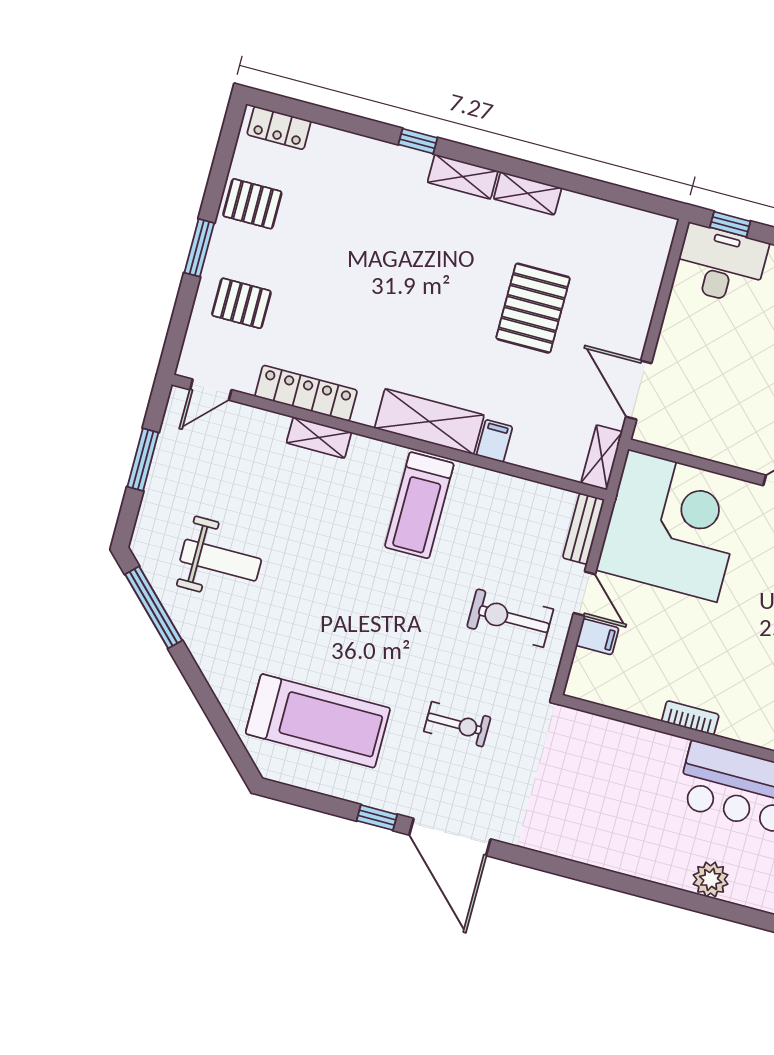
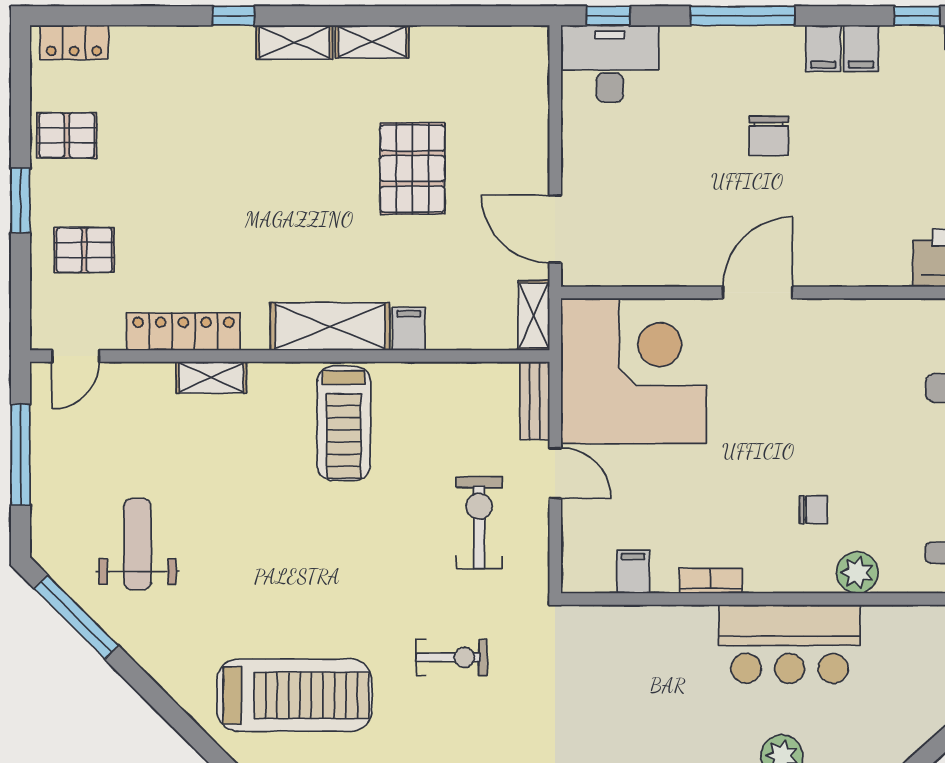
window: (143, 460) -> (21, 455), width x1.44
weight bench: (221, 560) -> (138, 544), turned -90
exercise bike: (510, 618) -> (479, 523), turned 90
filing cabinet: (597, 637) -> (633, 572), moved, turned -90

